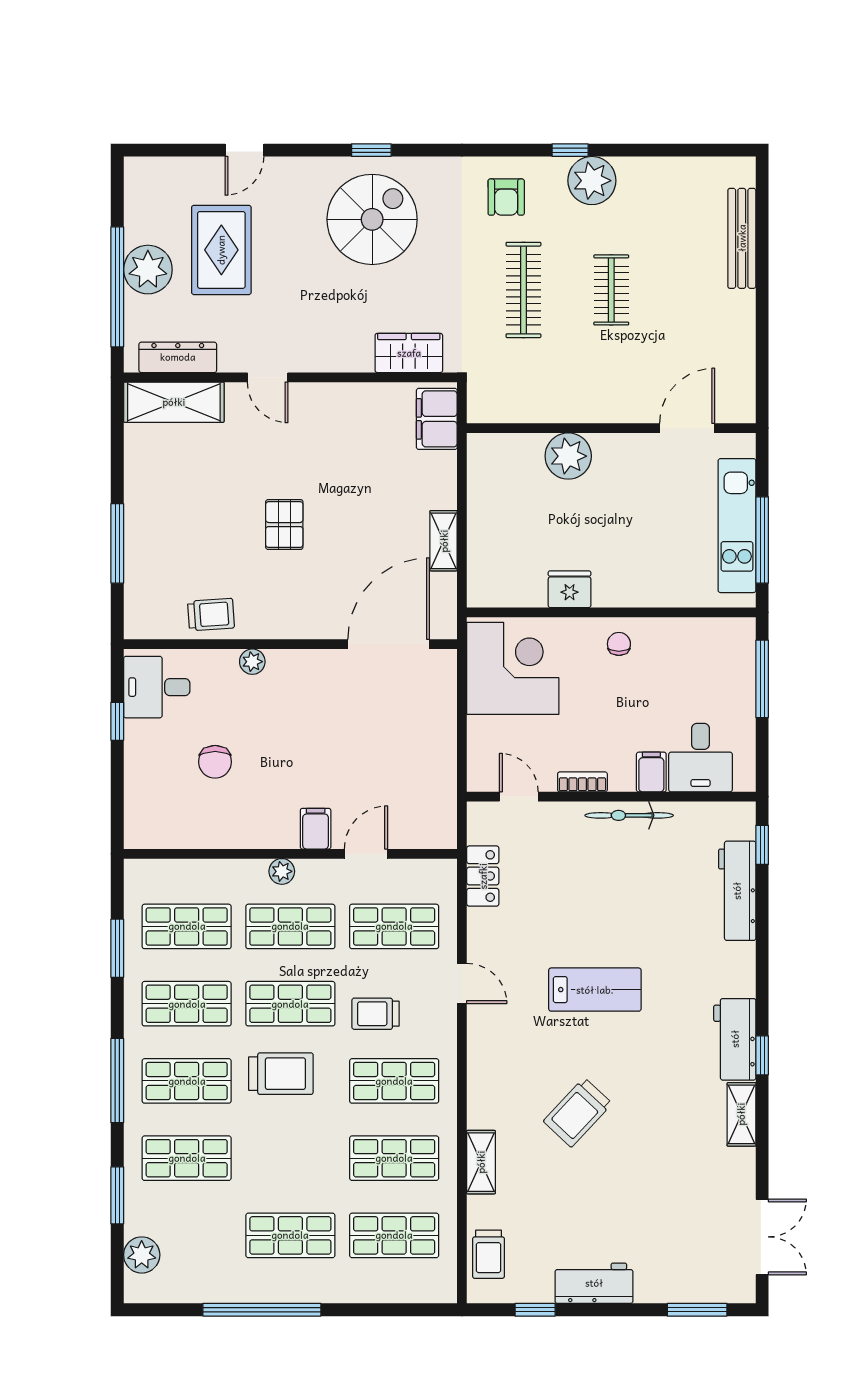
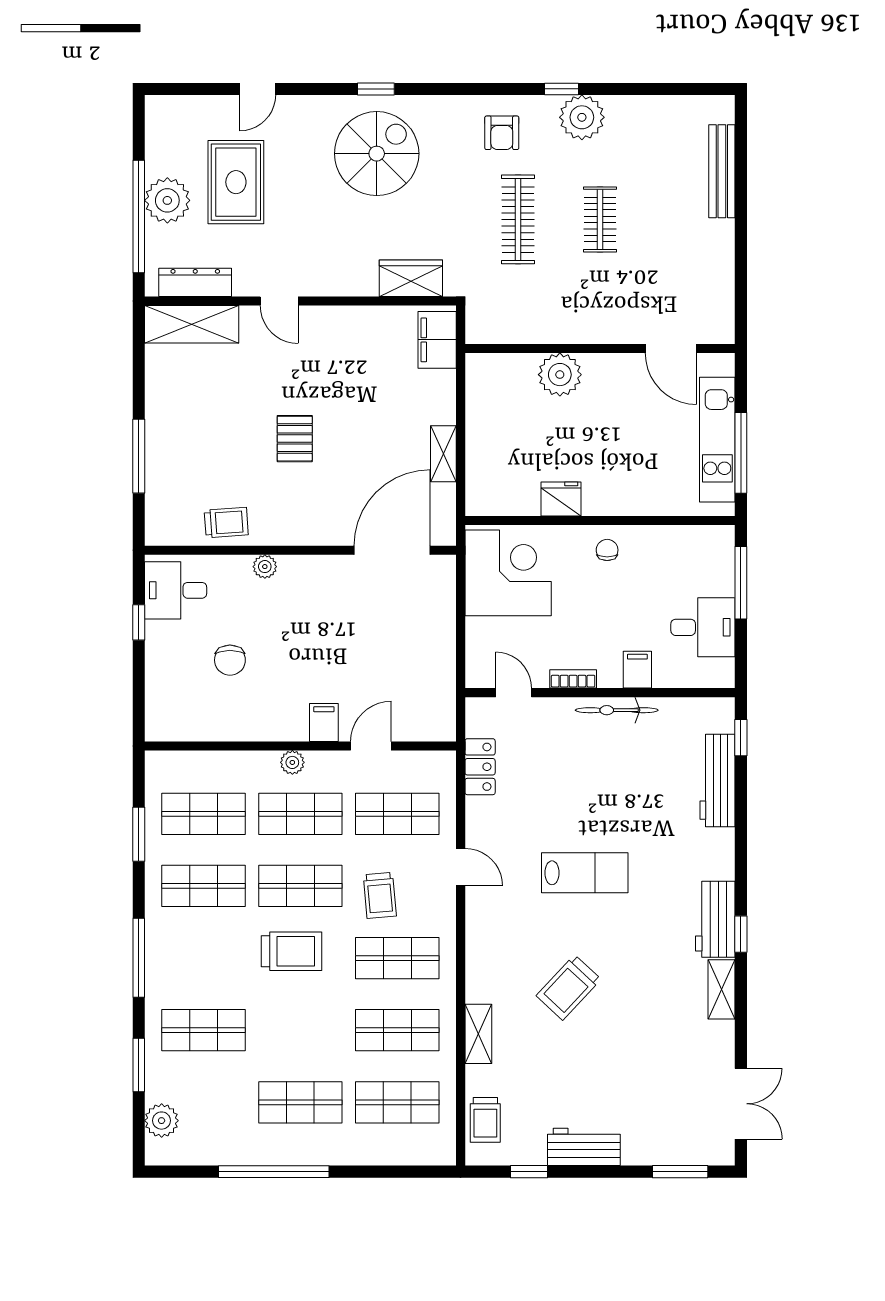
door: (687, 428) -> (671, 348), swing flipped
desk: (701, 758) -> (703, 627), moved, turned -90
trolley: (376, 1014) -> (380, 895), turned -95
shop shelf: (187, 1081) -> (203, 958), removed

